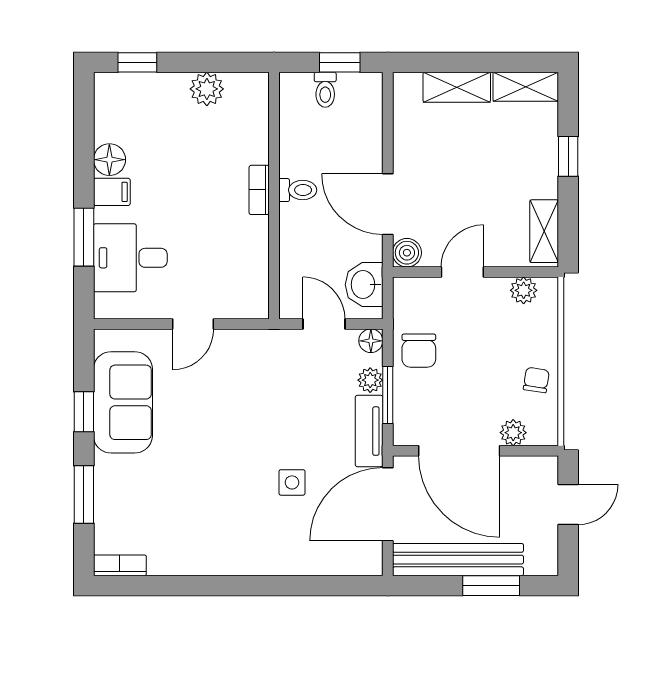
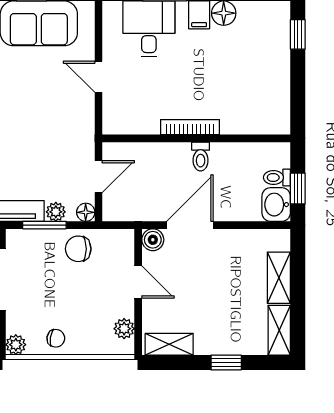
plant: (207, 89) -> (278, 87), removed
bookcase: (259, 190) -> (190, 127), width x1.56
washbasin: (364, 285) -> (276, 205), moved, turned -90
plant: (513, 433) -> (16, 345), moved

